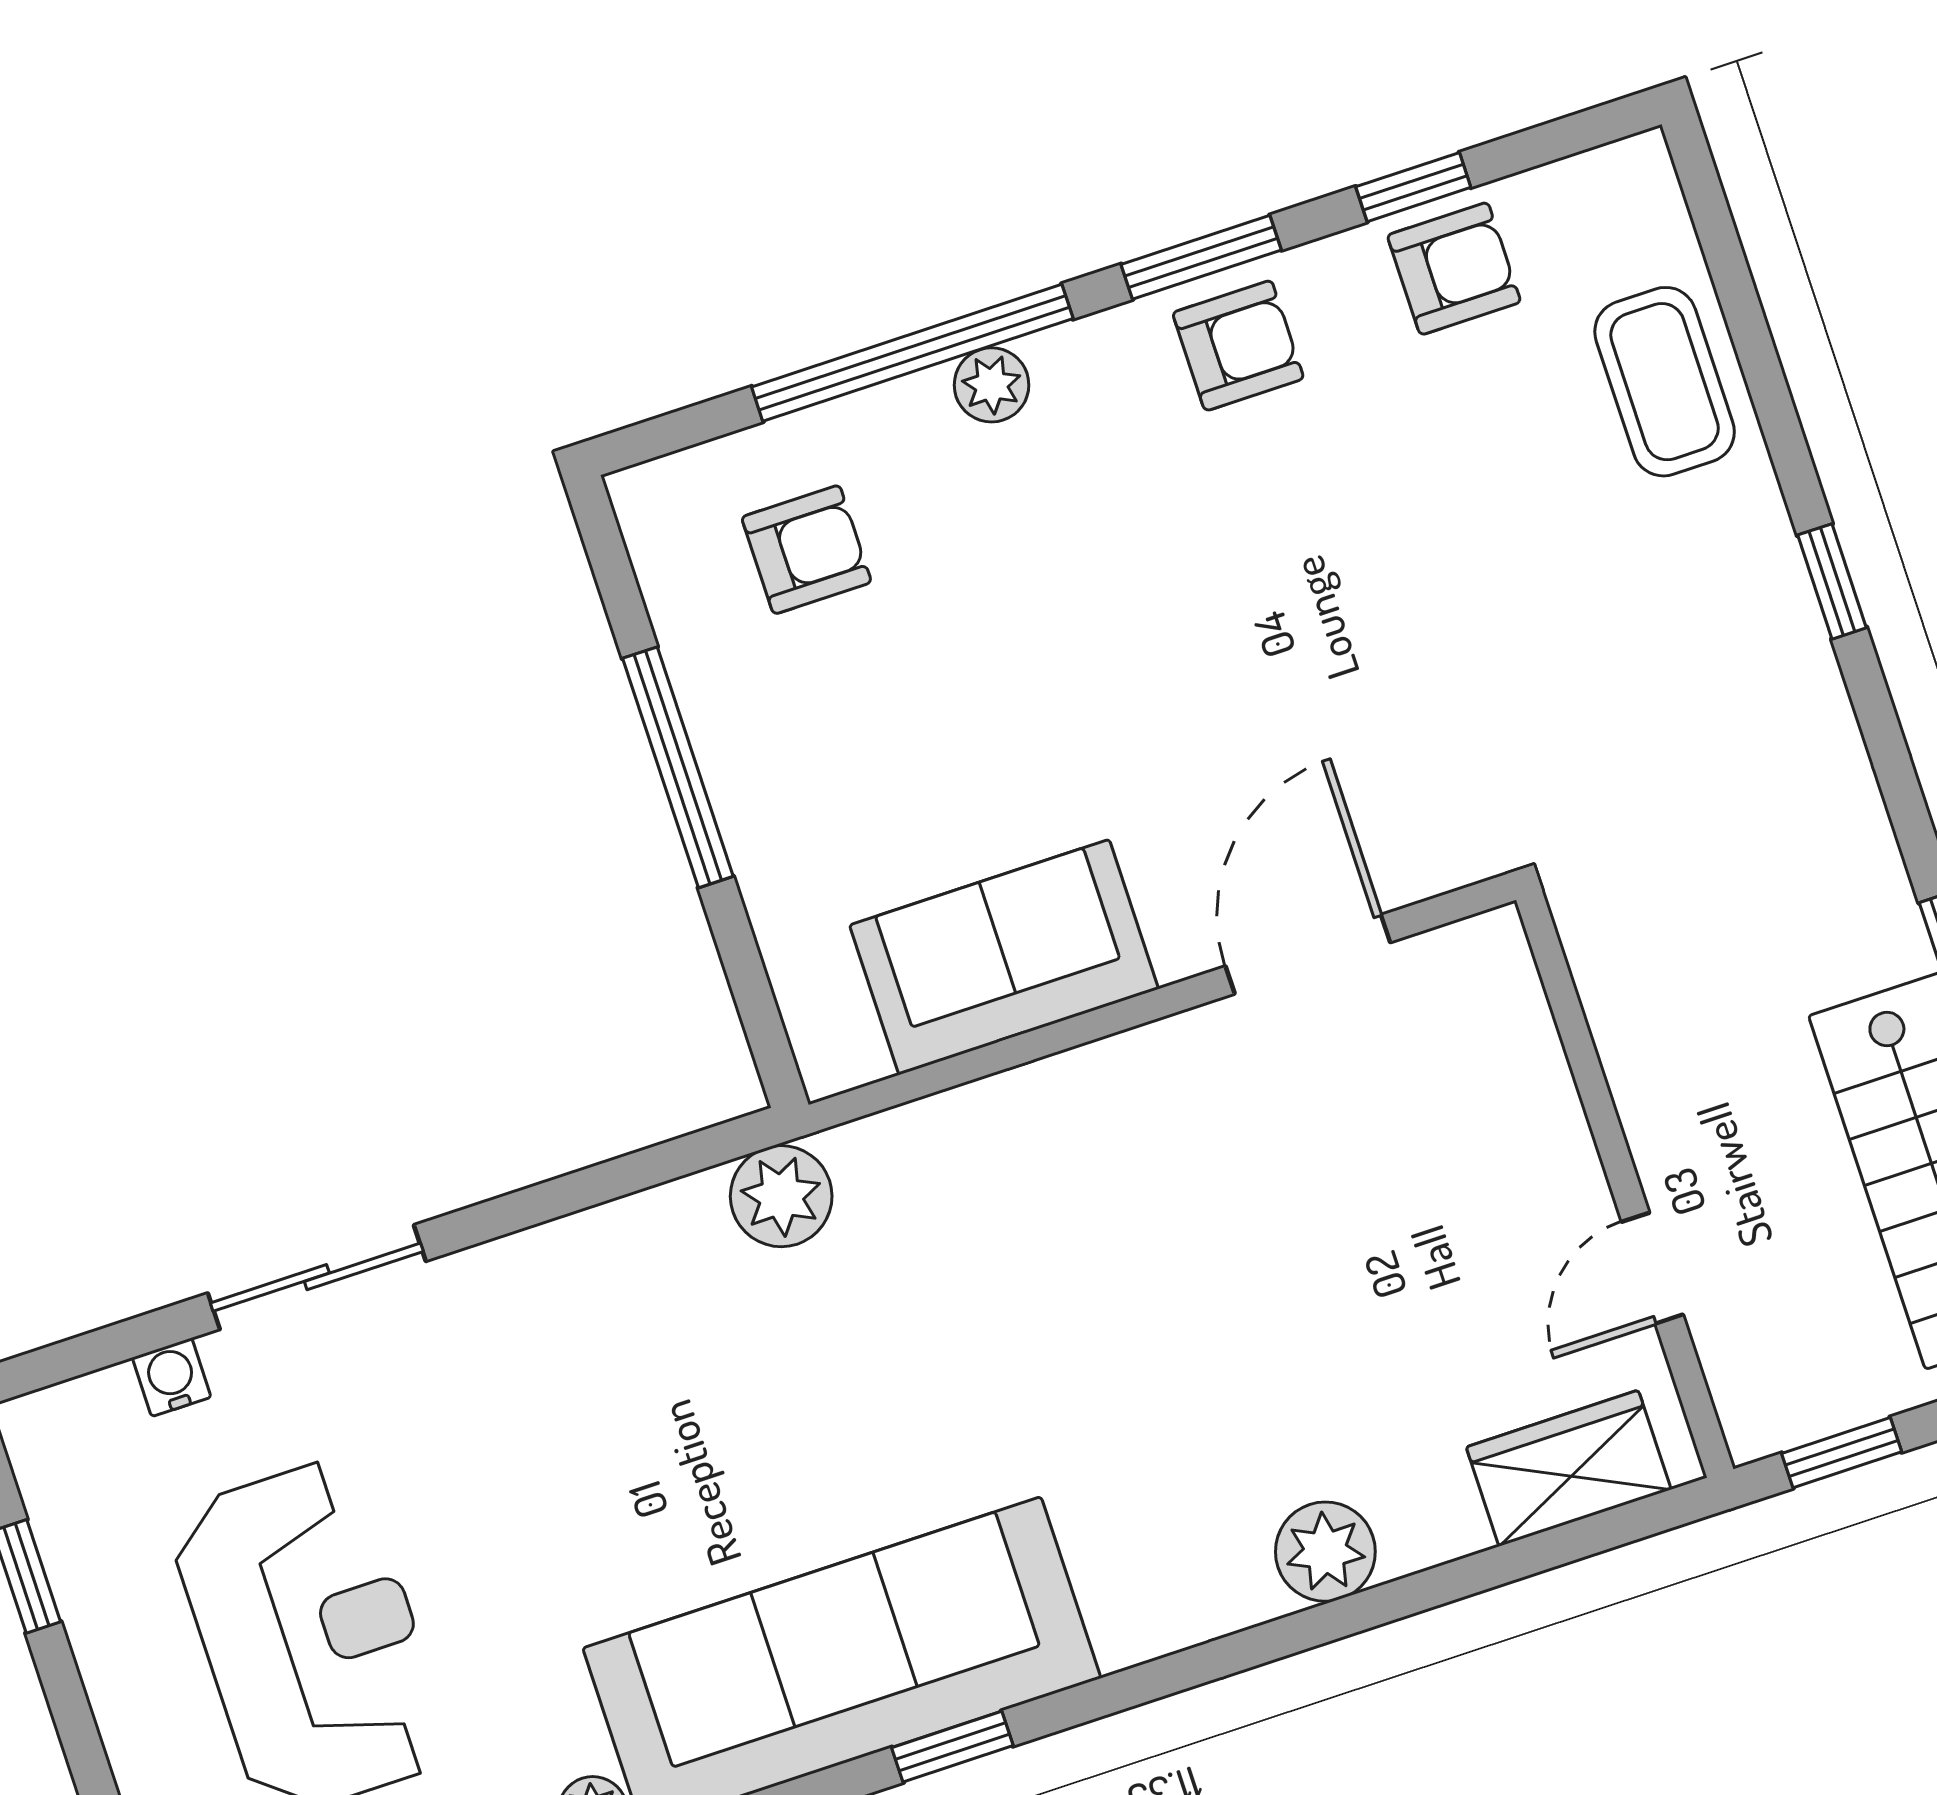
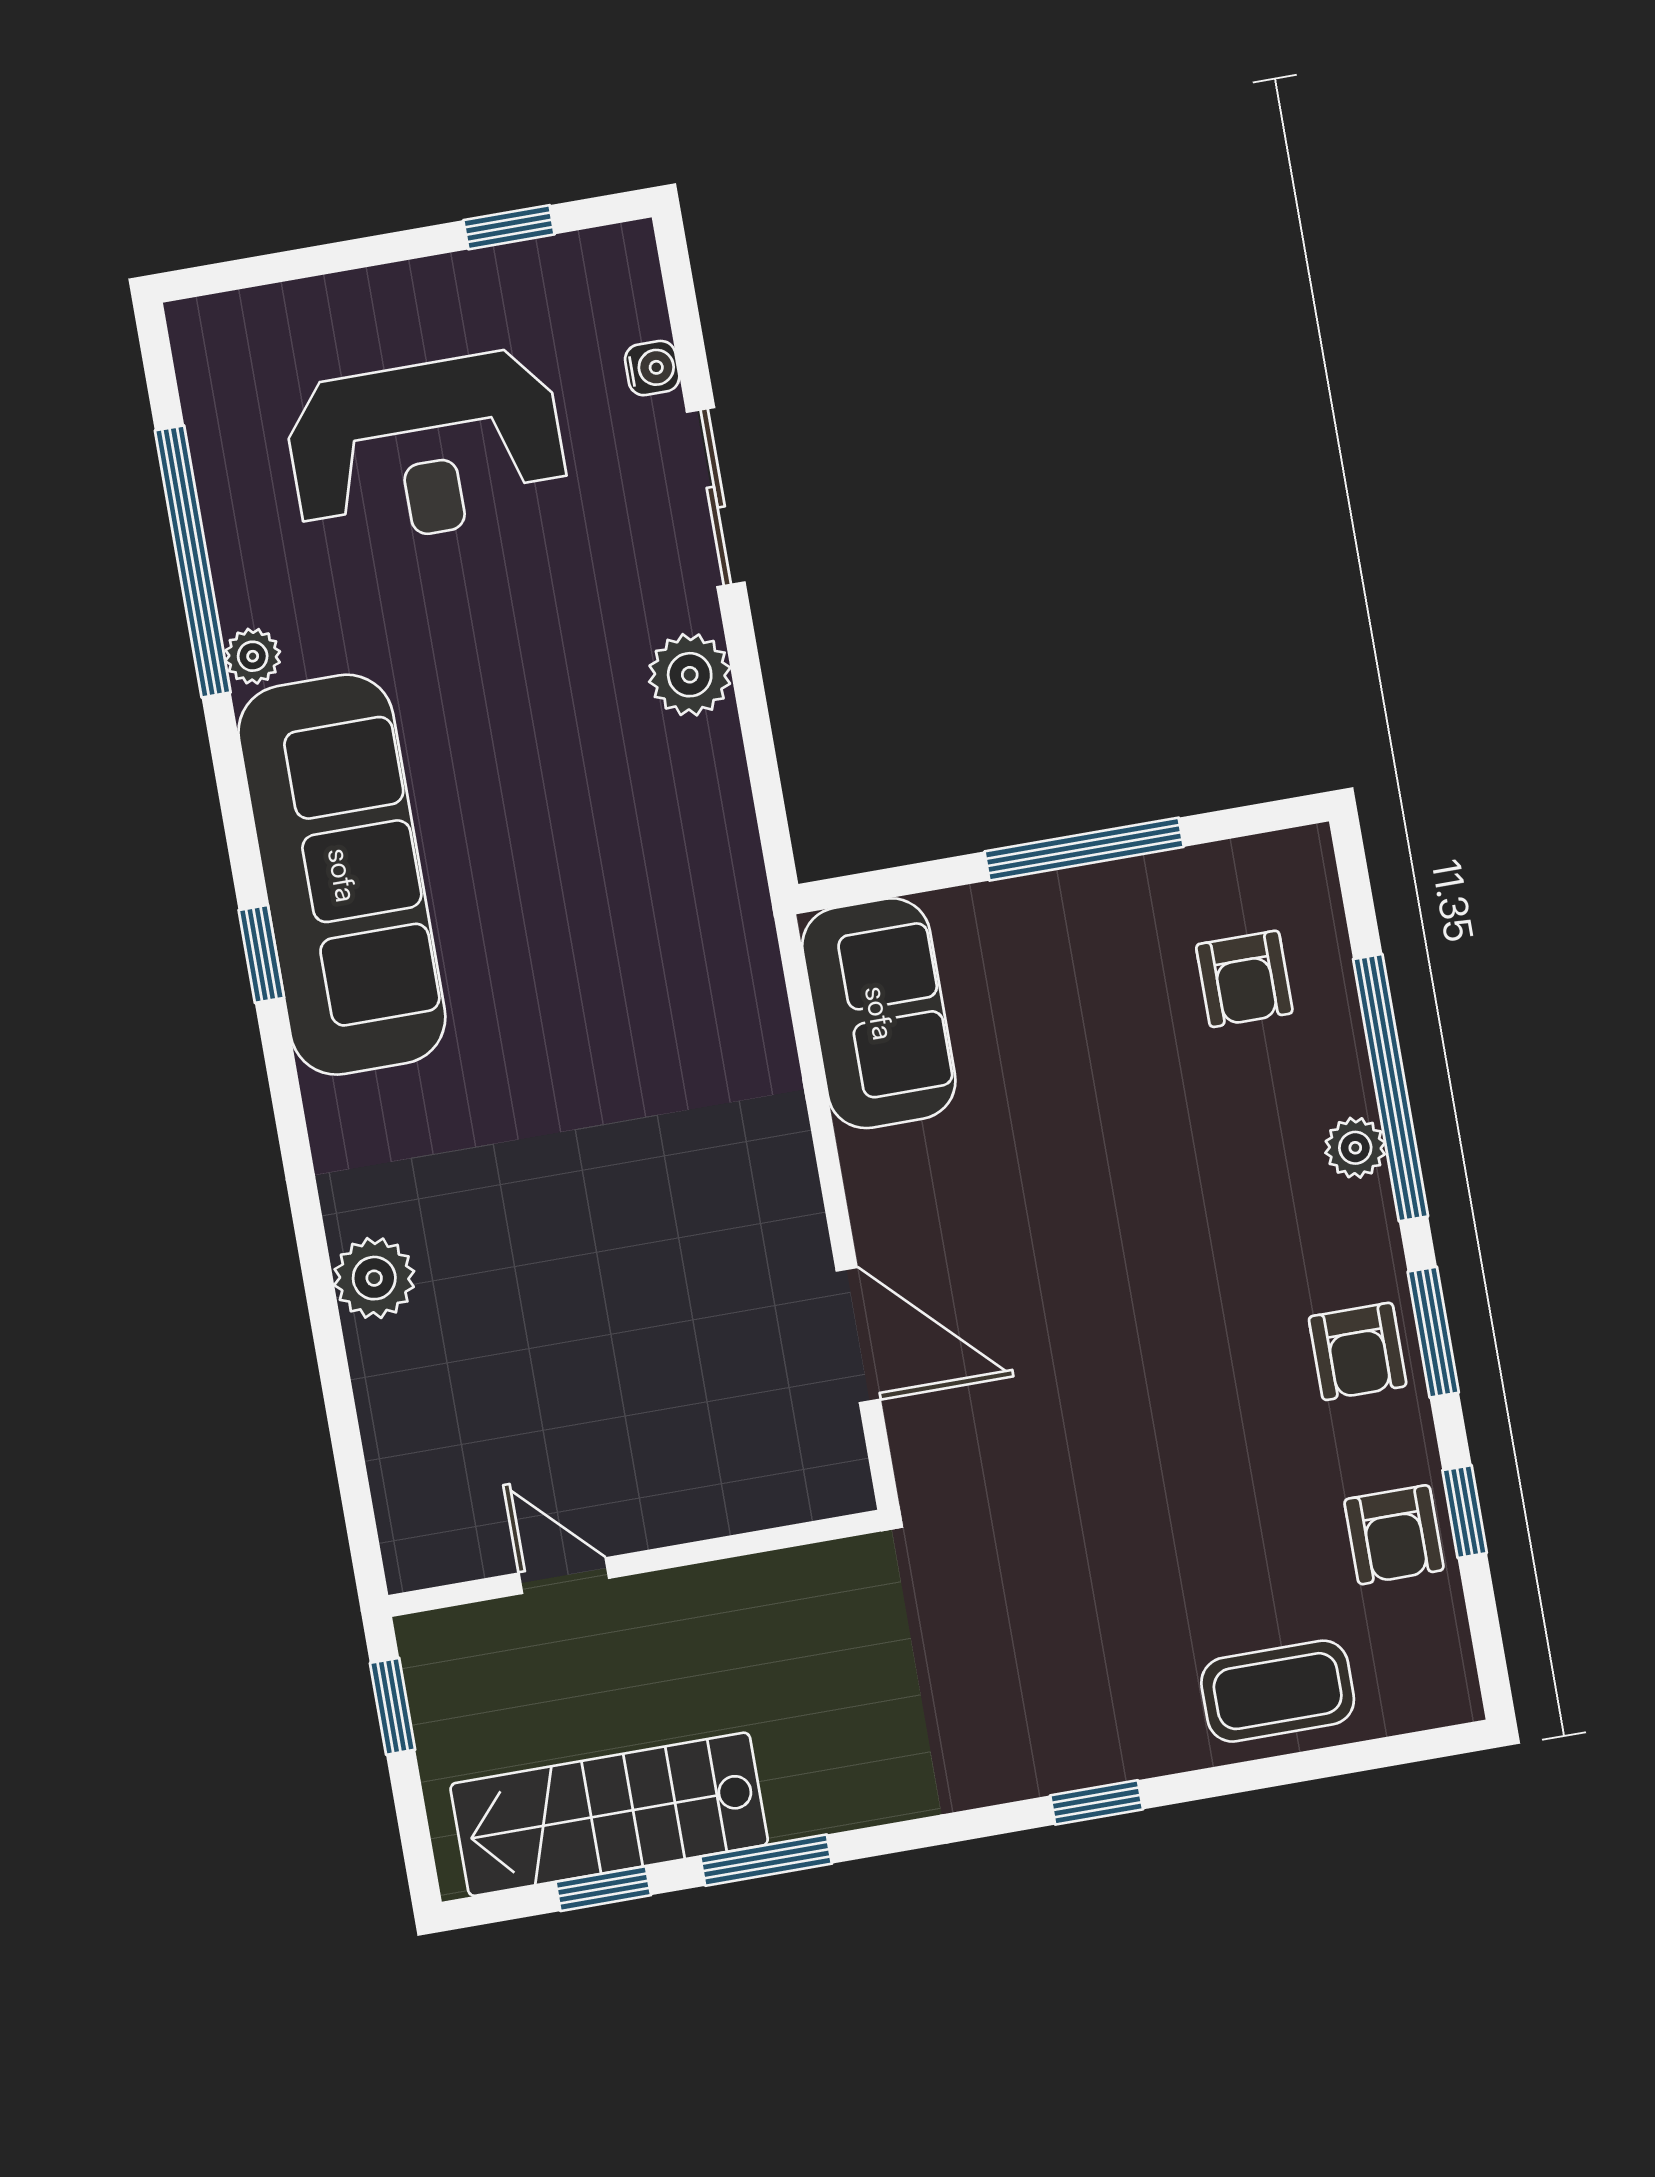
sofa: (1004, 957) -> (879, 1013), moved
plant: (781, 1196) -> (690, 675), moved
wardrobe: (1569, 1468) -> (412, 1484), removed

